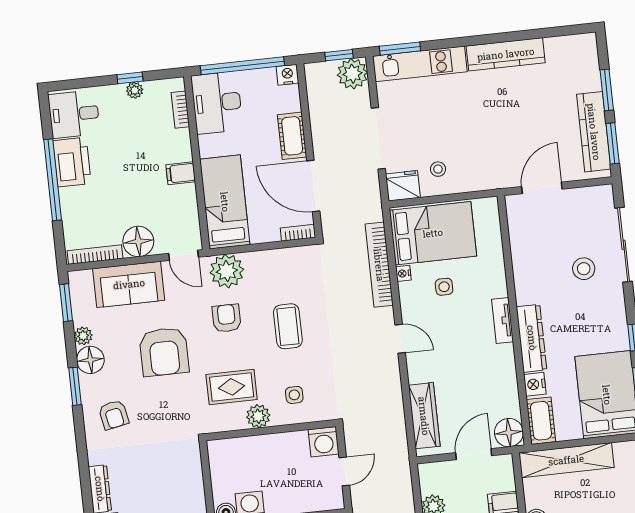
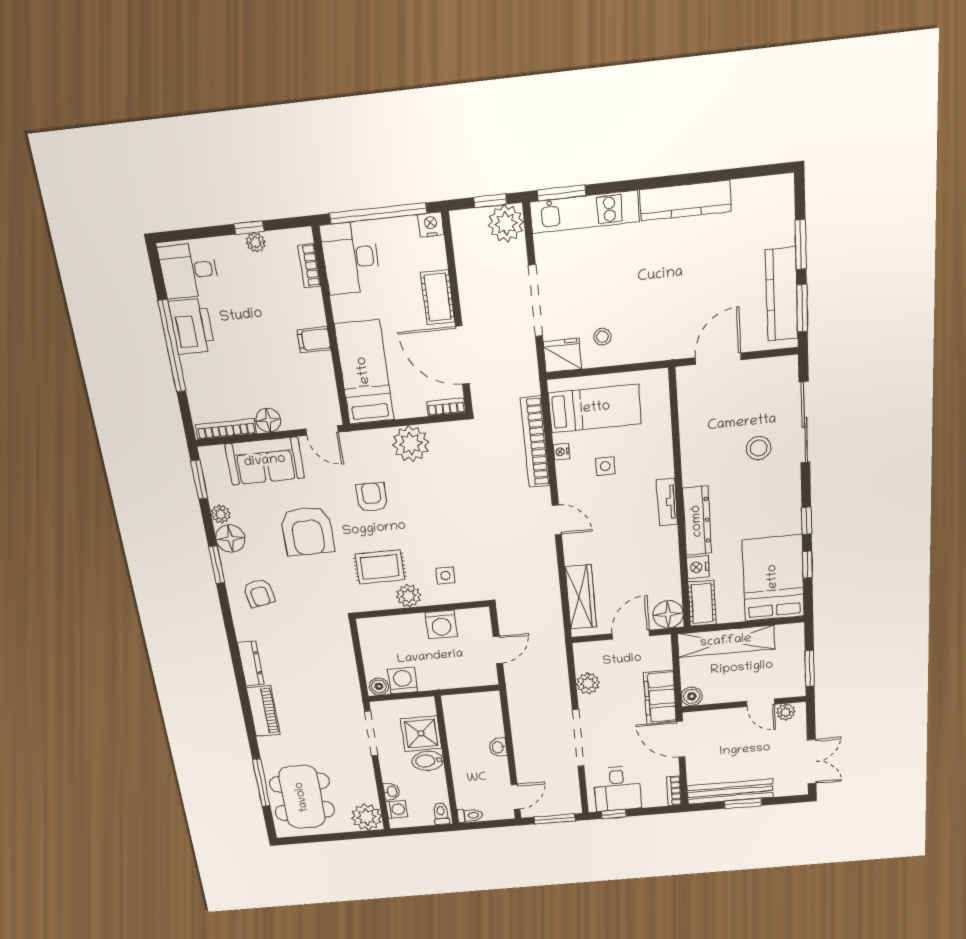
bed: (433, 233) -> (595, 408), width x0.67
floor lamp: (138, 241) -> (268, 420), width x0.73, depth x0.73
plant: (227, 271) -> (411, 444), moved
coffee table: (288, 326) -> (437, 506), removed
washing machine: (324, 442) -> (441, 625), moved

